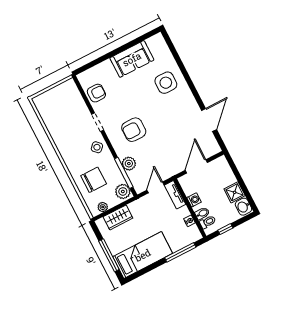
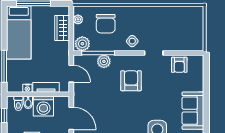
tv unit: (175, 195) -> (46, 87), moved
washing machine: (194, 200) -> (43, 106), width x1.89, depth x1.89

